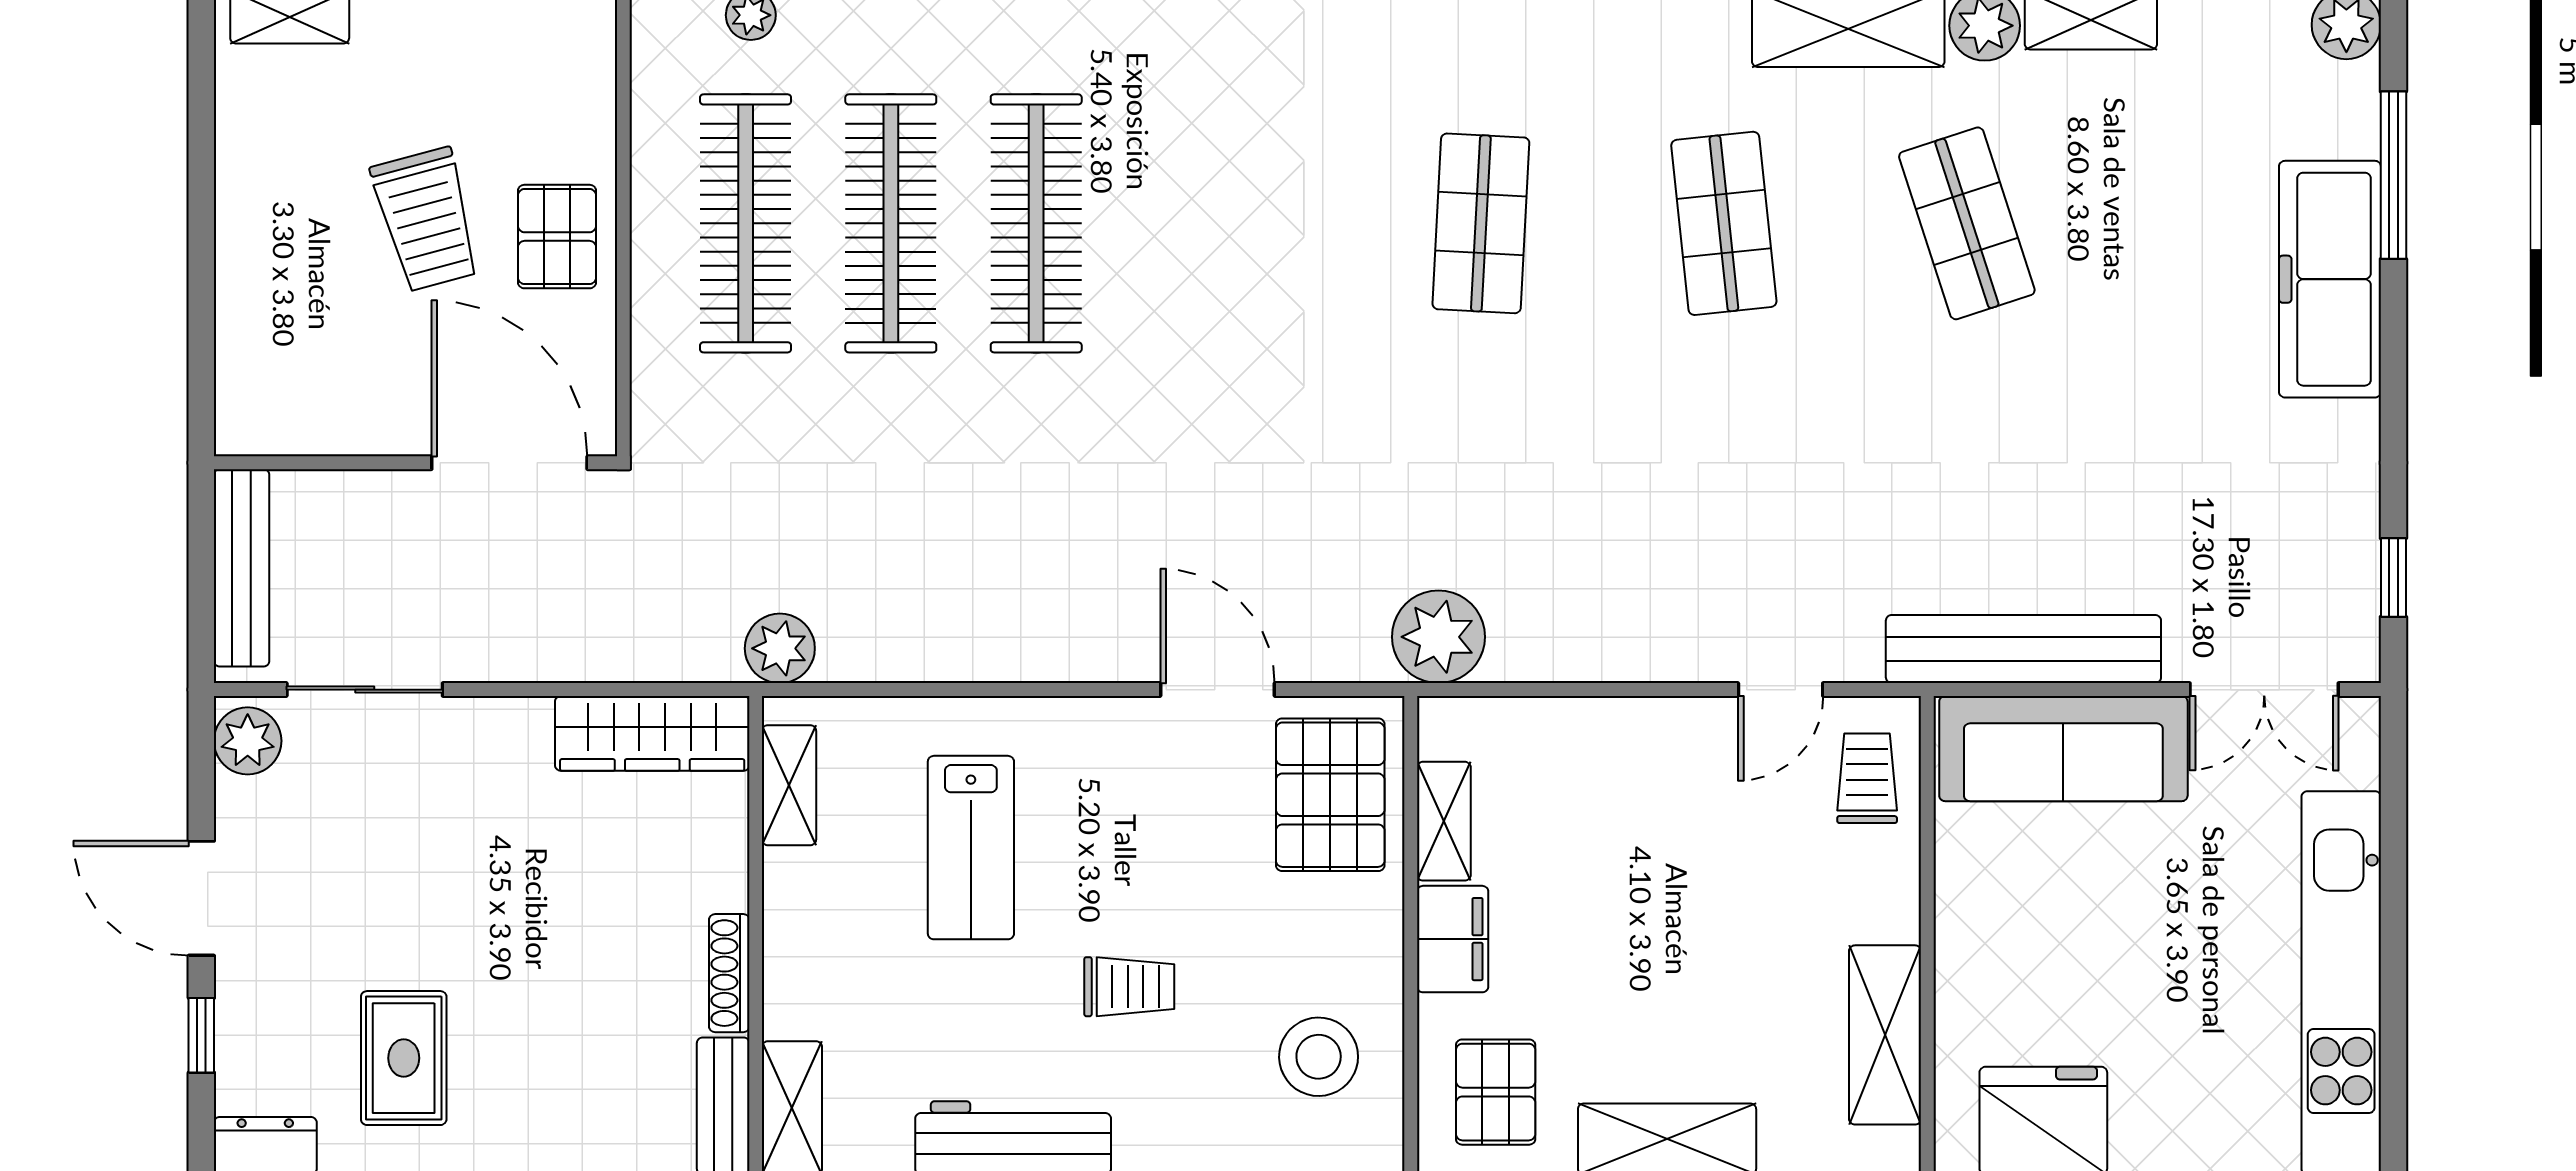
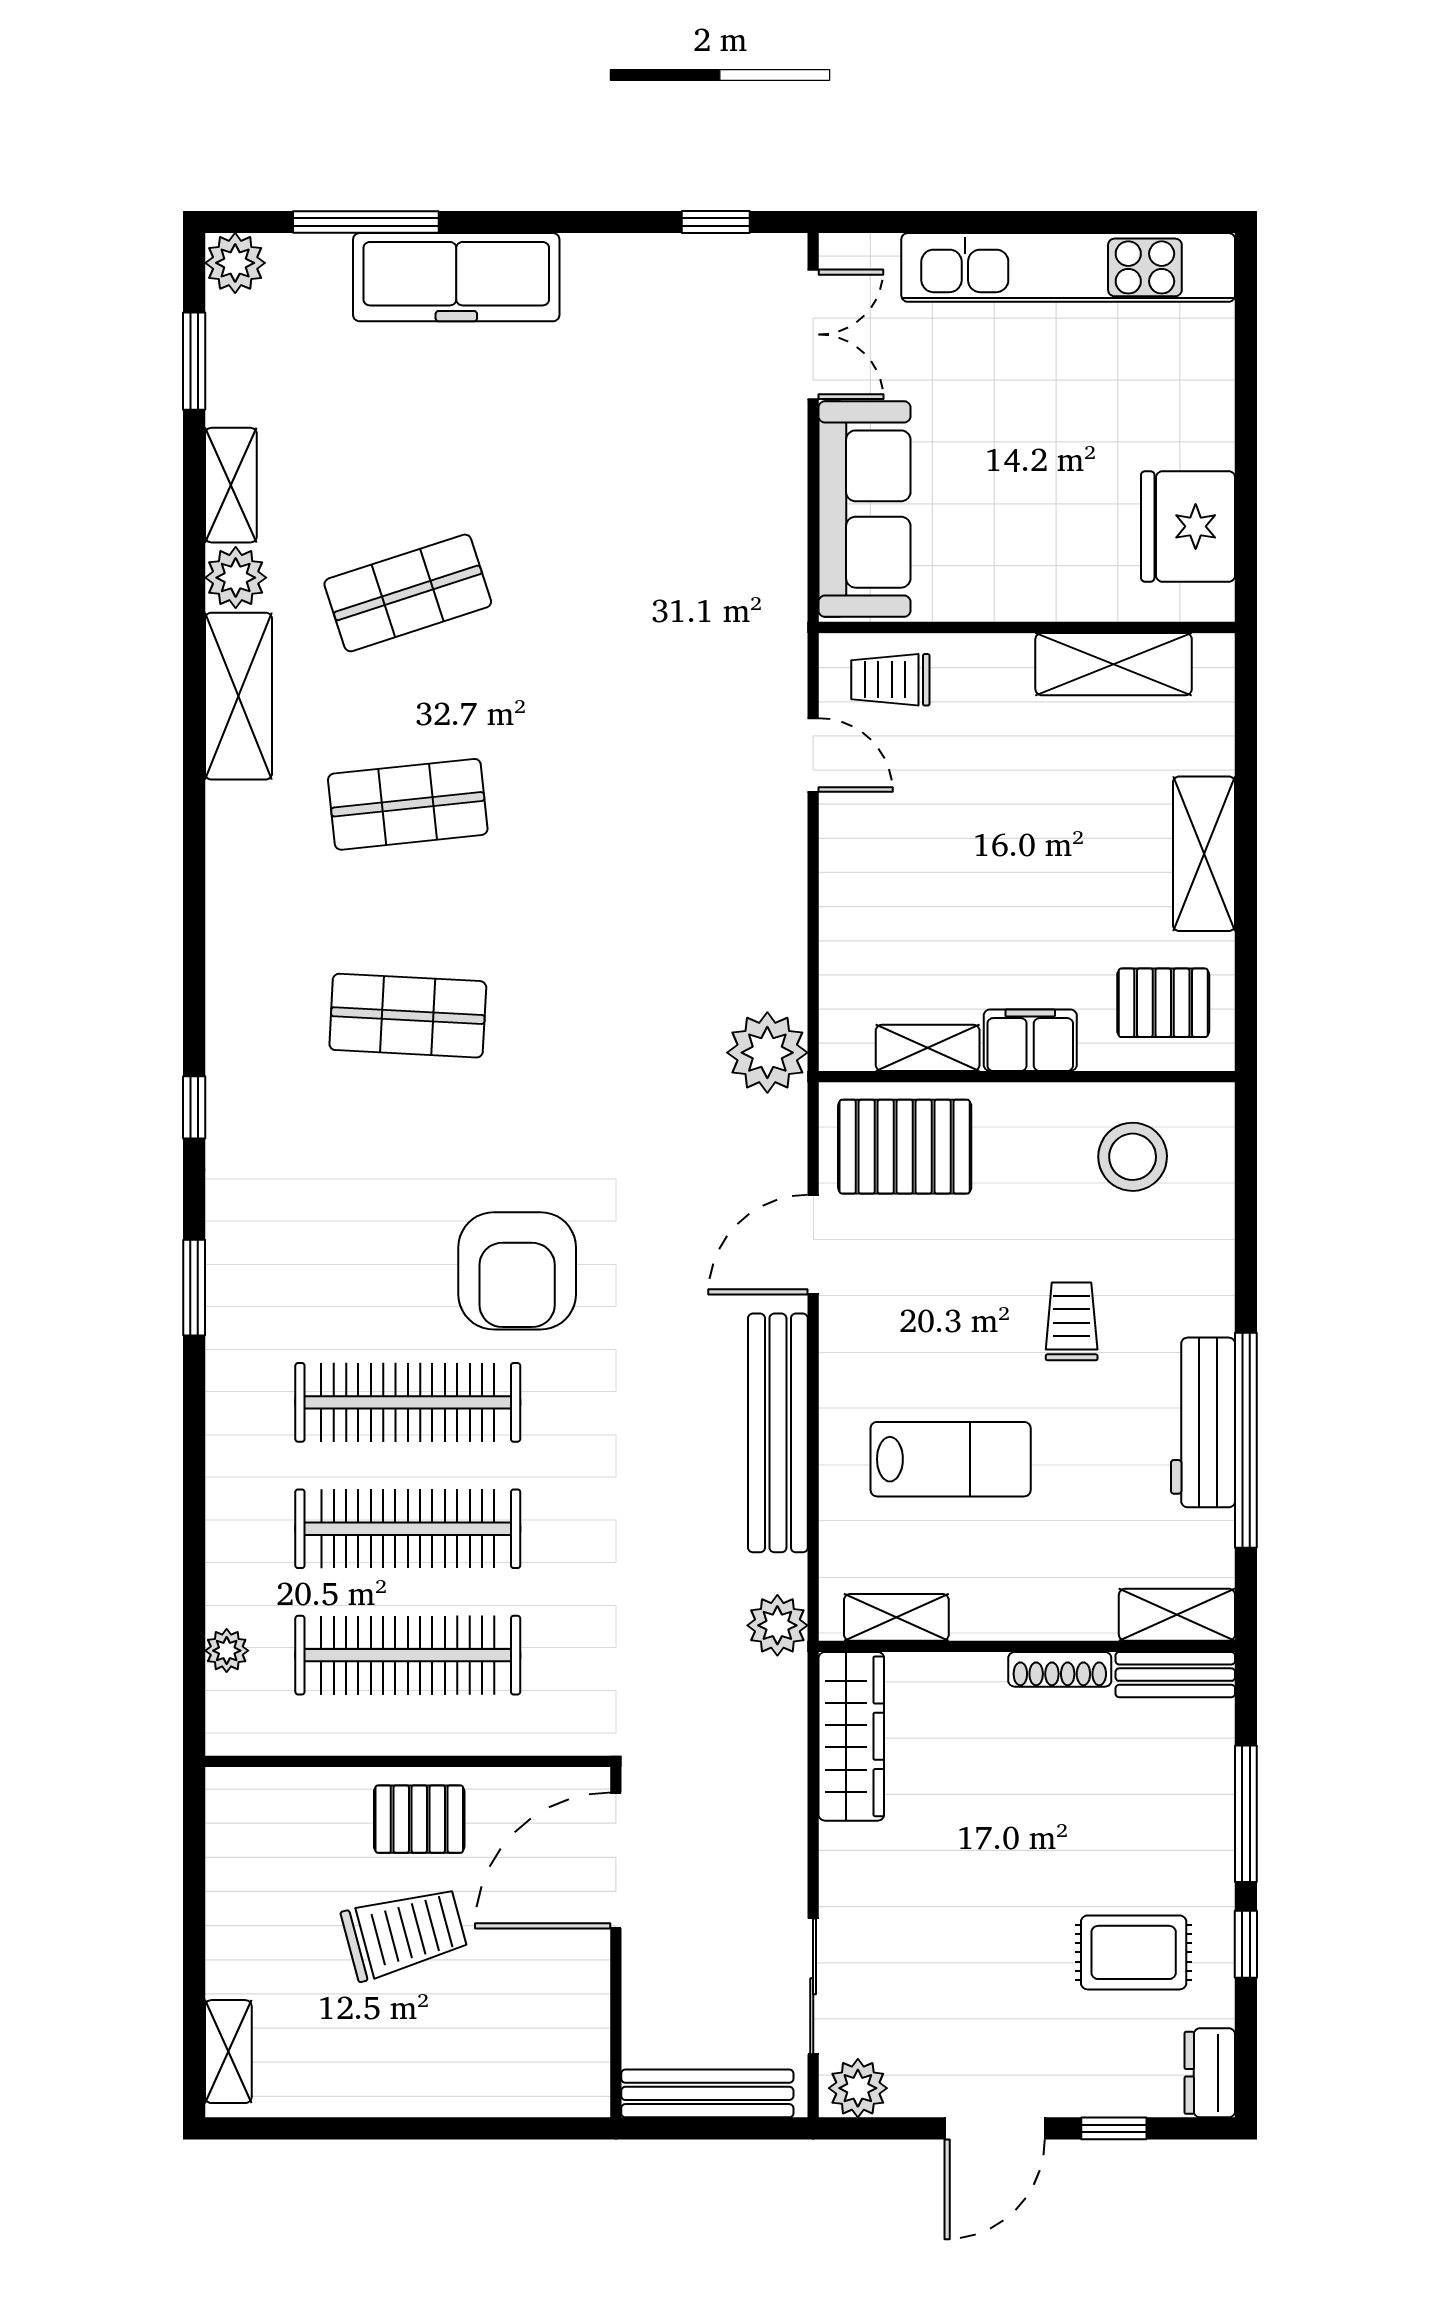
armchair: (1187, 349) -> (517, 1271), added
bench: (2023, 649) -> (778, 1433), moved

